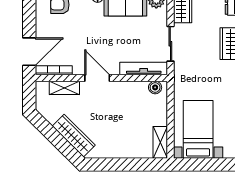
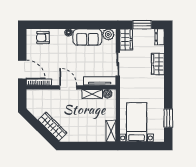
door: (29, 52) -> (22, 69), hinge flipped
shelving: (64, 88) -> (92, 94), moved

